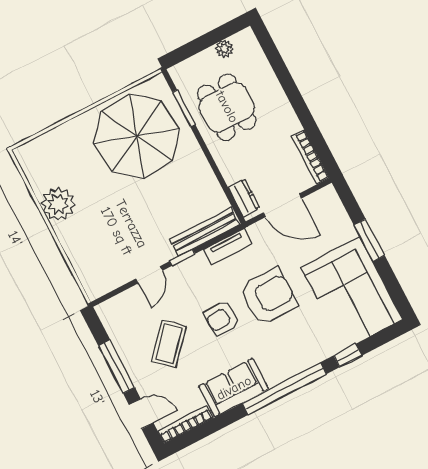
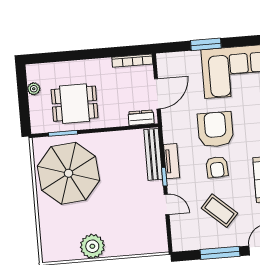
tv unit: (228, 247) -> (172, 161), moved

